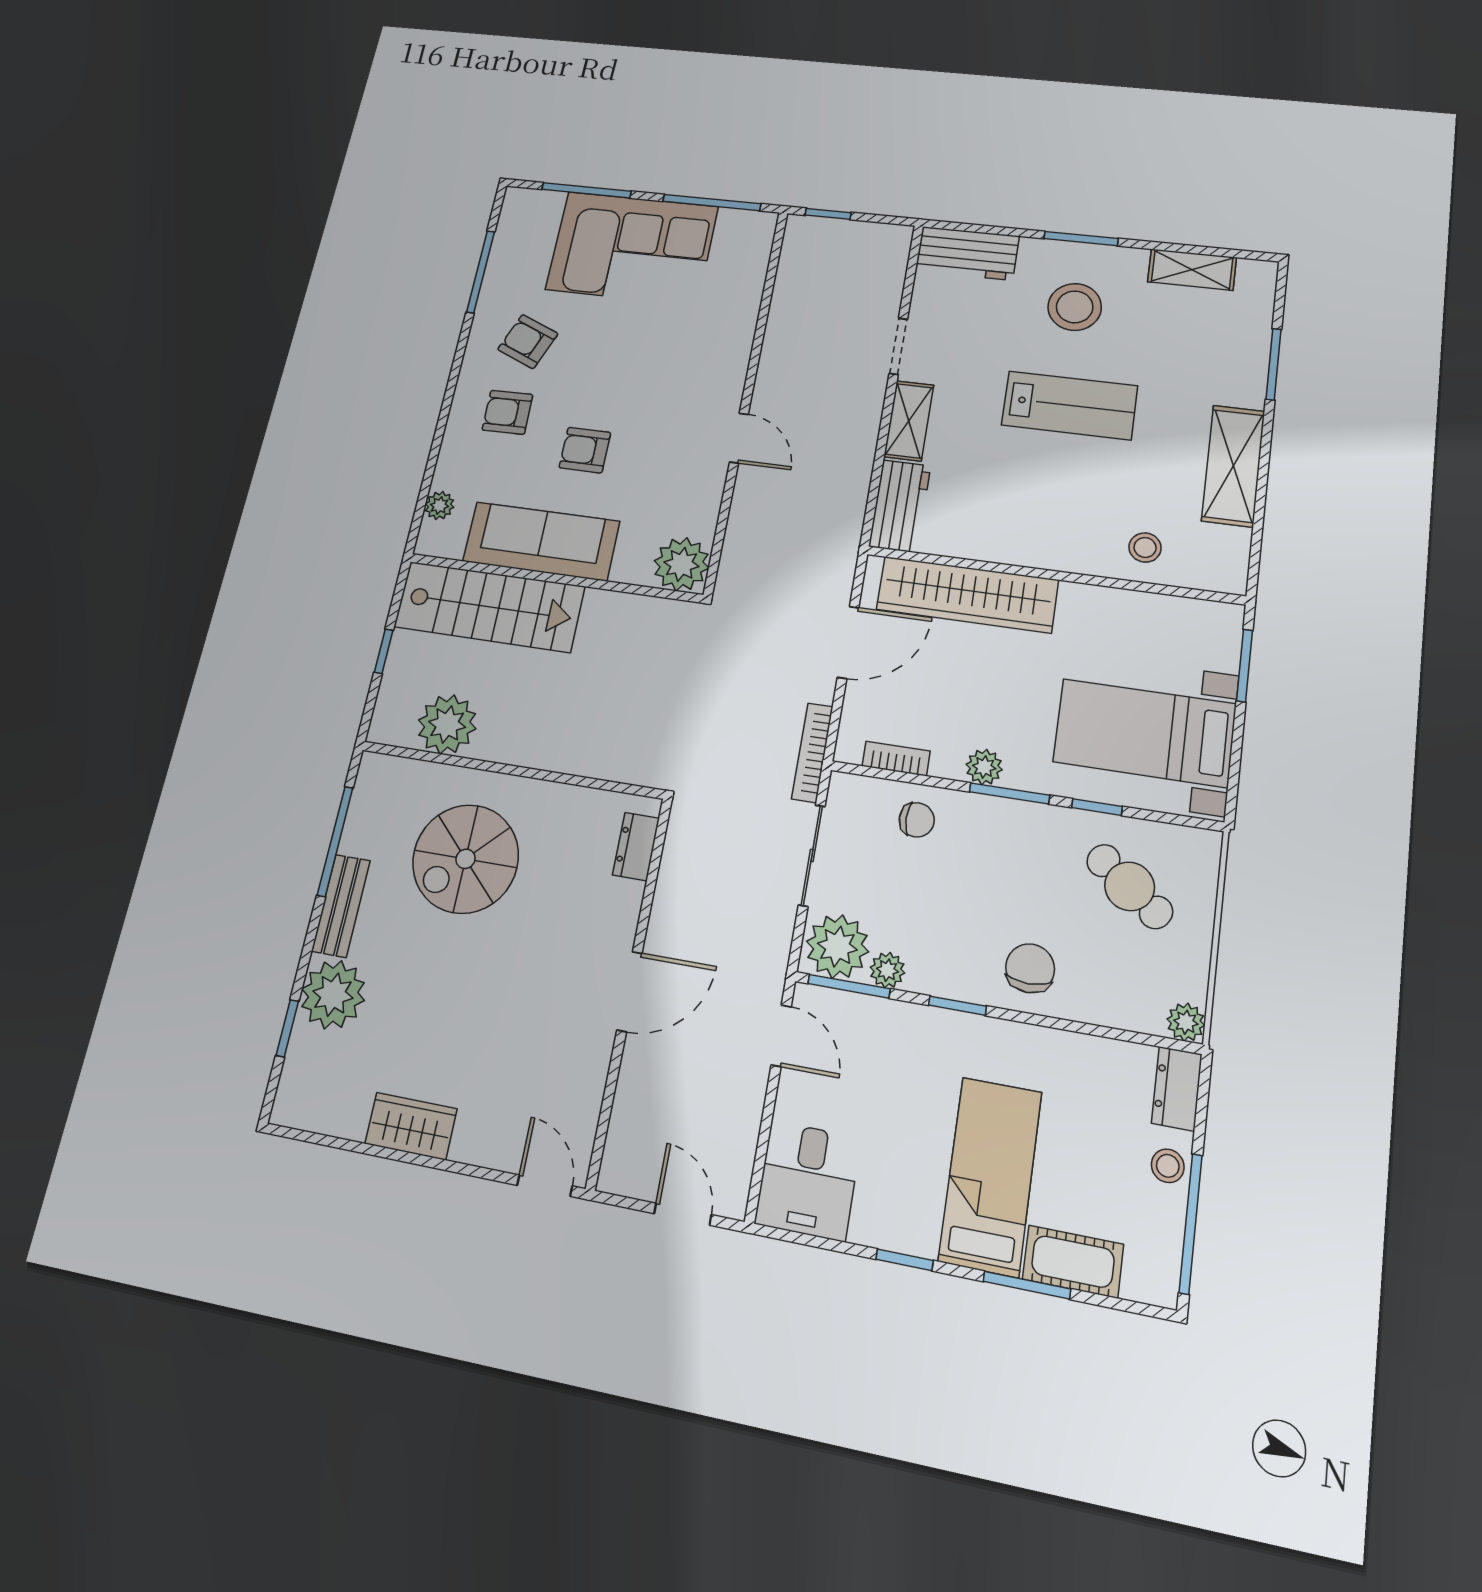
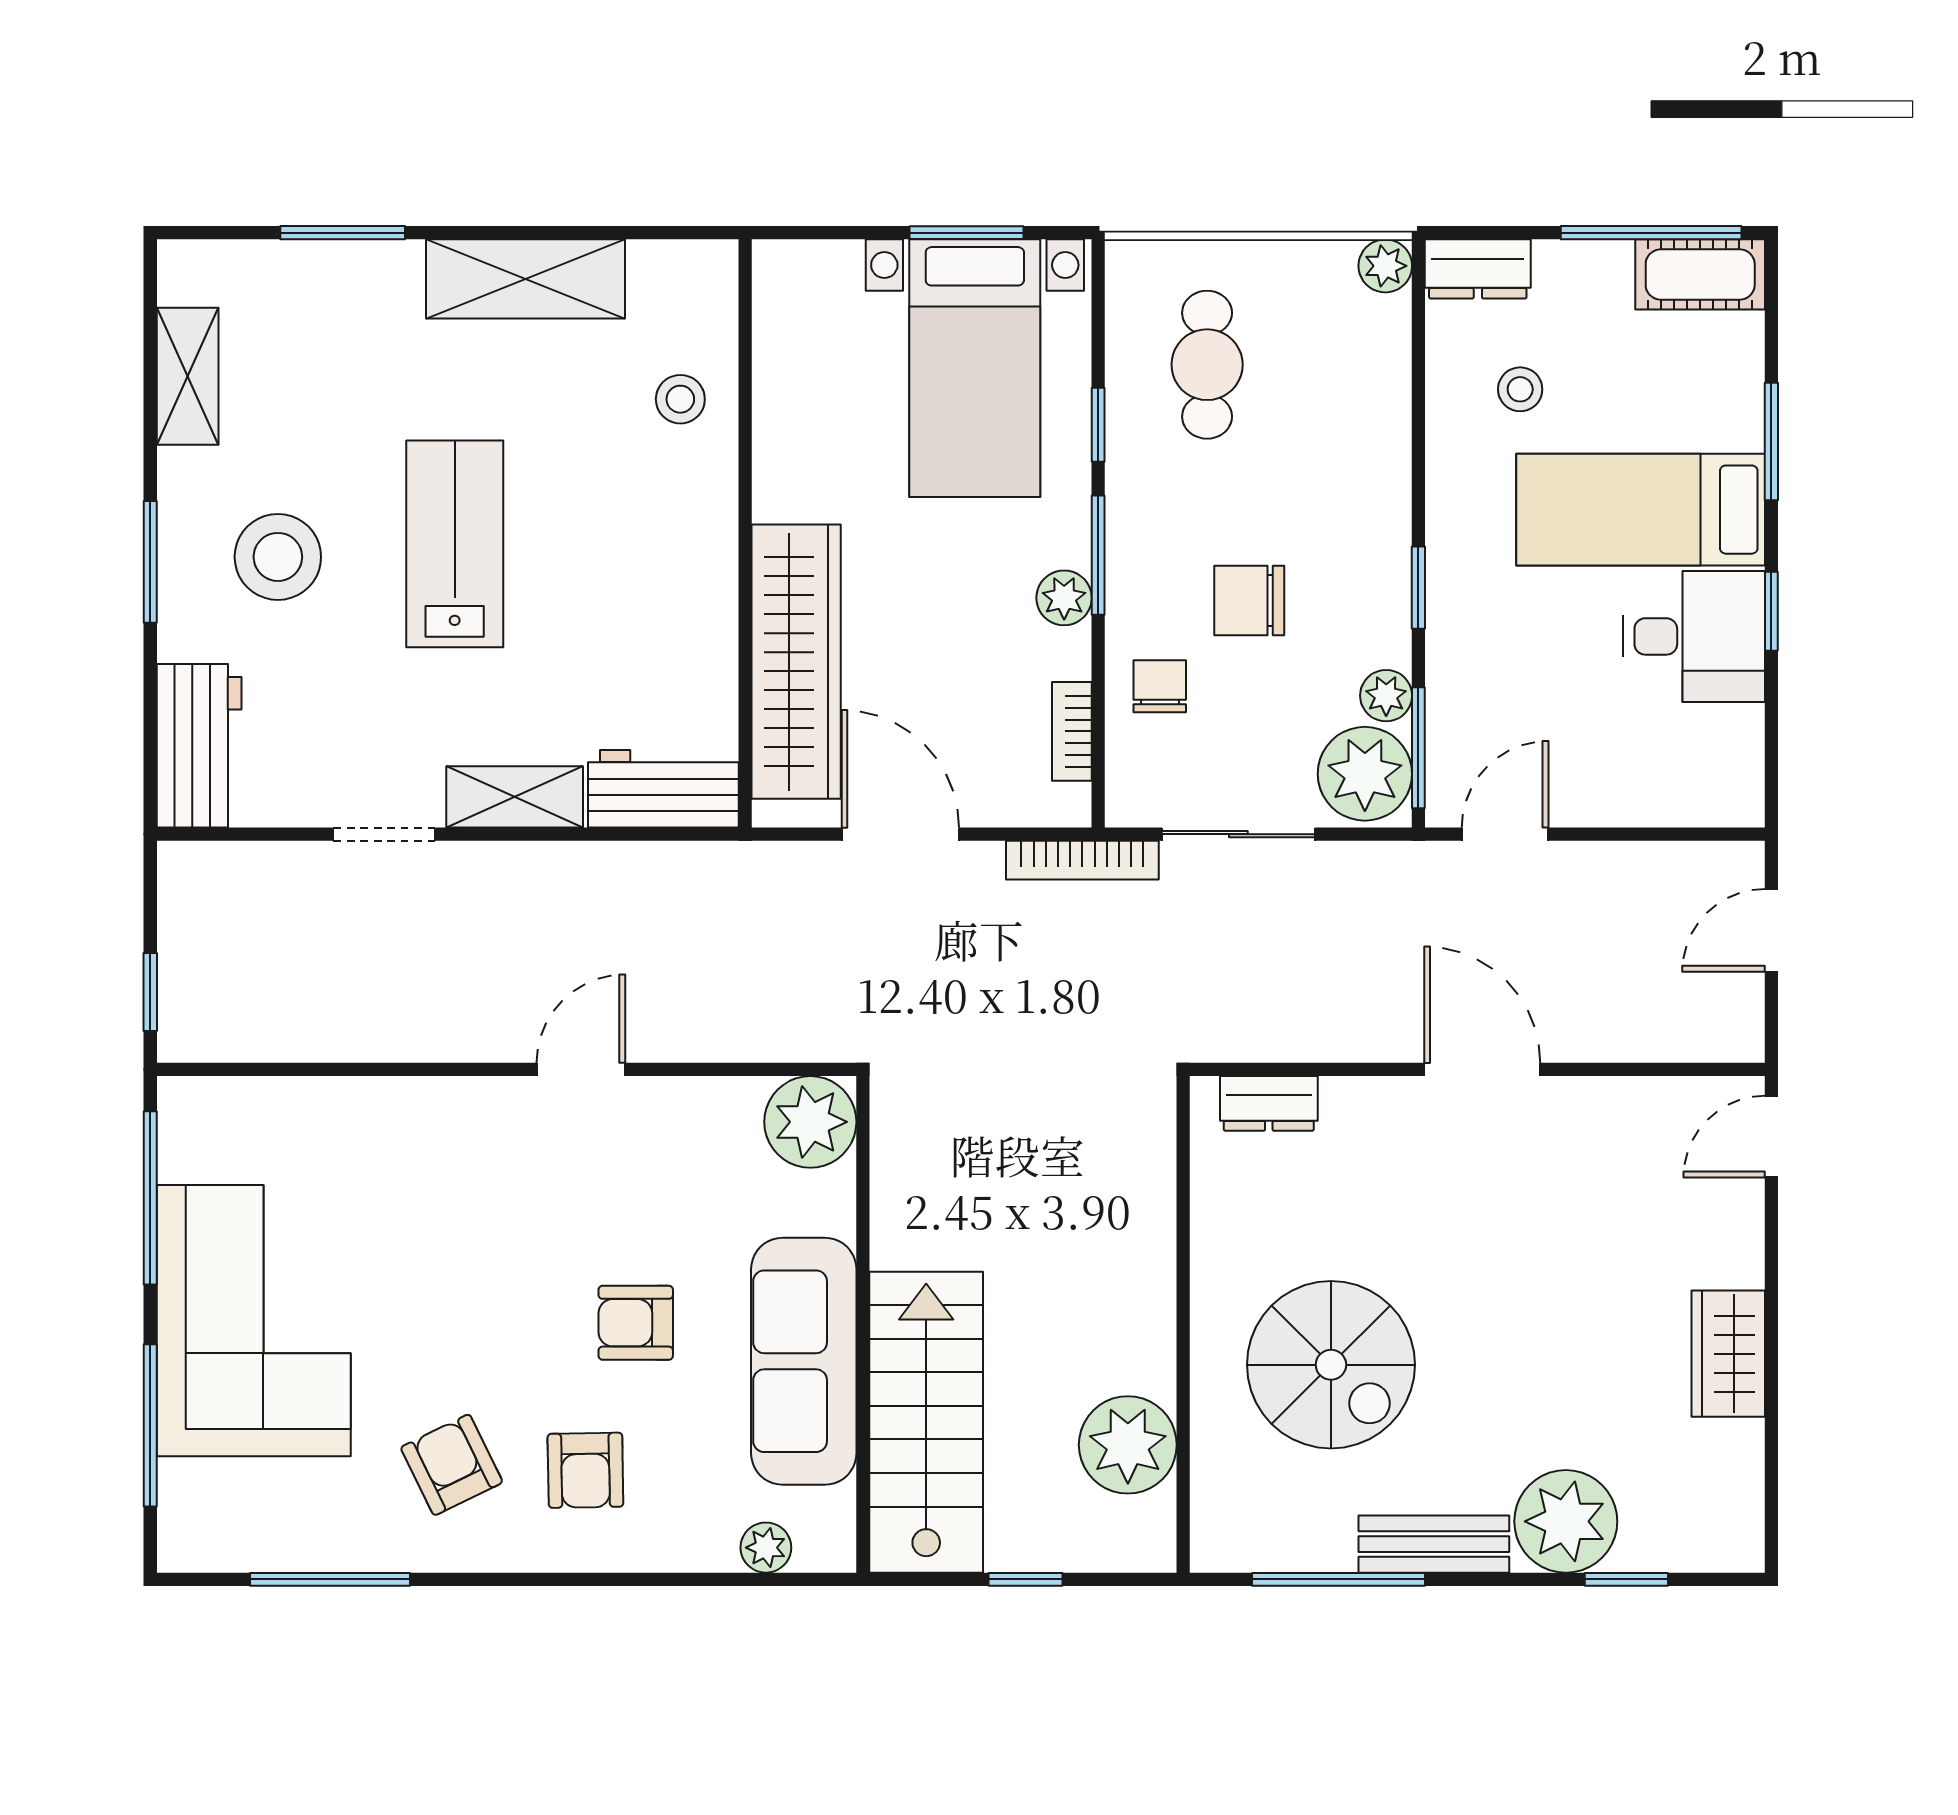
armchair: (528, 342) -> (452, 1465), turned 132
armchair: (585, 450) -> (636, 1323), turned 90
window: (1244, 666) -> (966, 233), moved
cafe table: (1130, 886) -> (1207, 365), turned -37
chair: (1030, 968) -> (1249, 600), moved
stool: (1168, 1166) -> (1520, 389), moved
desk: (808, 1181) -> (1694, 636), moved
cot: (1073, 1262) -> (1700, 274), moved, turned 90

